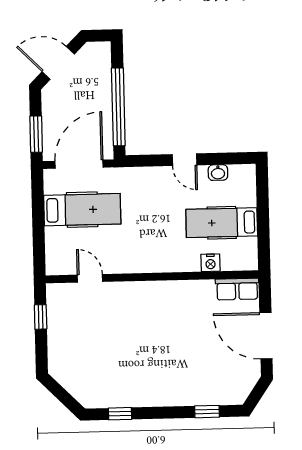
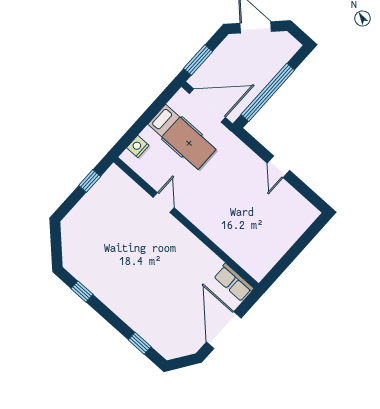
washbasin: (218, 173) -> (292, 195), removed
hospital bed: (222, 223) -> (264, 230), removed
nightstand: (210, 263) -> (138, 147), moved, turned 90
door: (90, 278) -> (164, 203), moved

